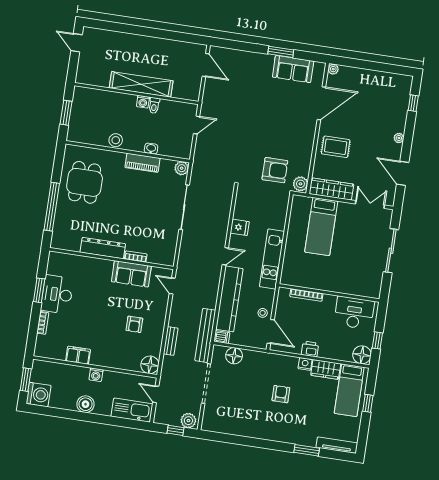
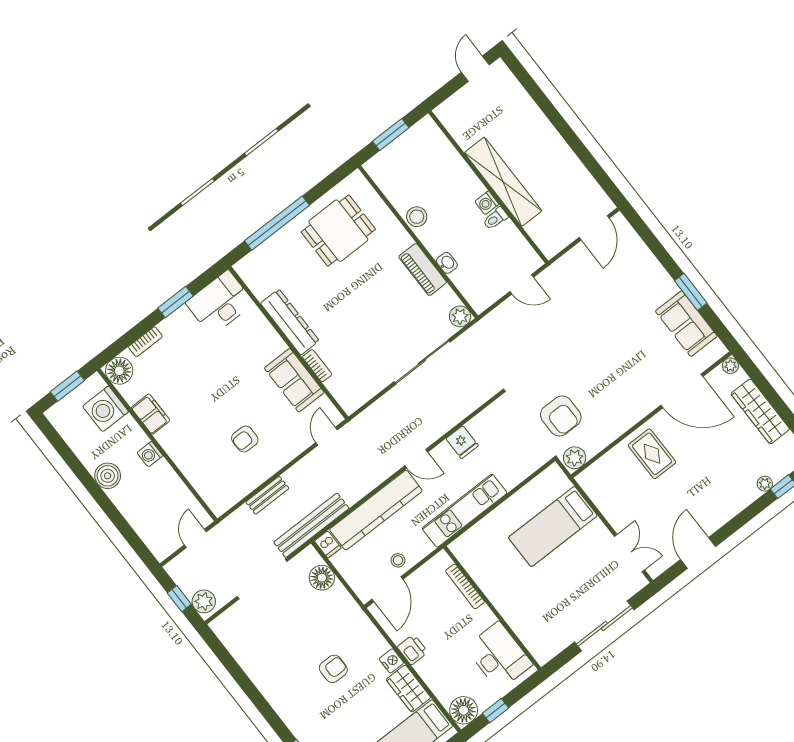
plant: (399, 138) -> (765, 484), moved
wardrobe: (331, 189) -> (760, 411), moved, turned 180
desk: (57, 294) -> (220, 303), moved
floor lamp: (150, 365) -> (119, 371), moved
washing machine: (39, 395) -> (106, 409), moved, turned 90
kitchen sink: (132, 410) -> (153, 531), removed

